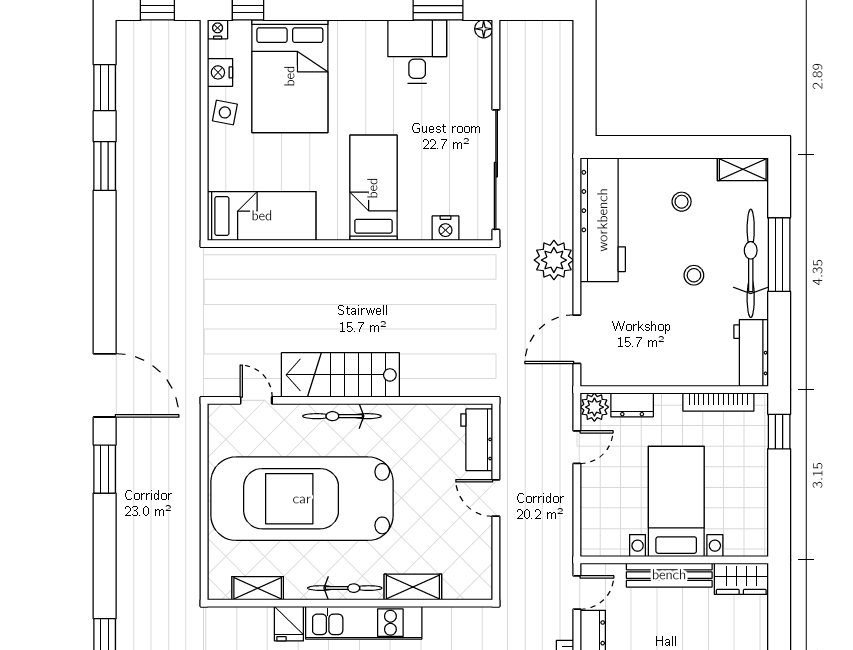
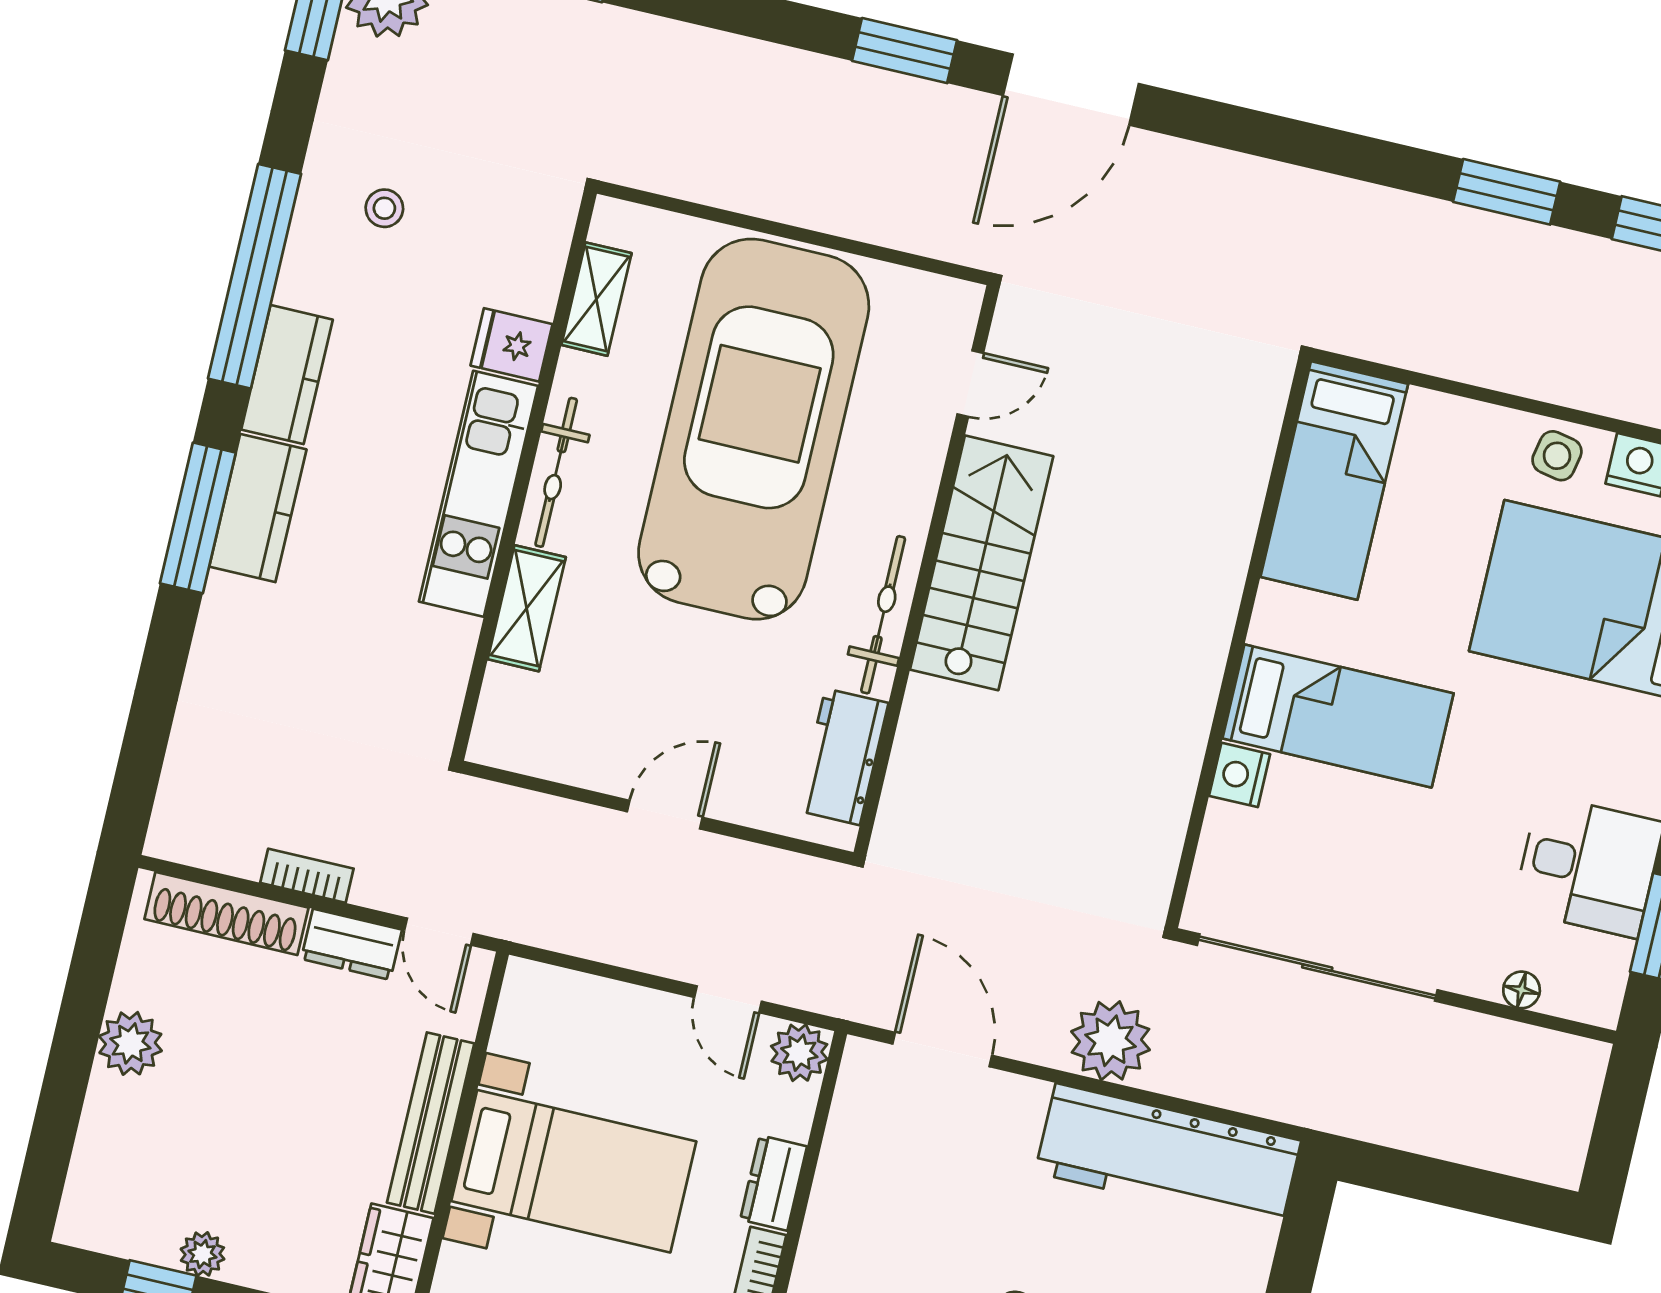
floor lamp: (484, 29) -> (1522, 990), moved
nightstand: (445, 228) -> (1240, 775), moved
dresser: (632, 405) -> (774, 1183), moved
bicycle: (342, 416) -> (883, 615), moved
workbench: (477, 440) -> (843, 757), moved, turned -90

